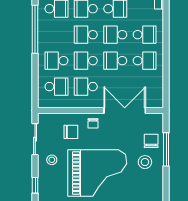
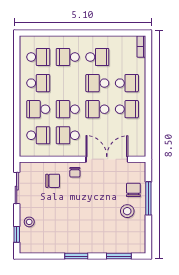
window: (35, 29) -> (17, 78), removed
school desk: (86, 35) -> (38, 83), moved, turned 180
stool: (52, 160) -> (29, 222), moved
grand piano: (97, 173) -> (79, 222), removed

